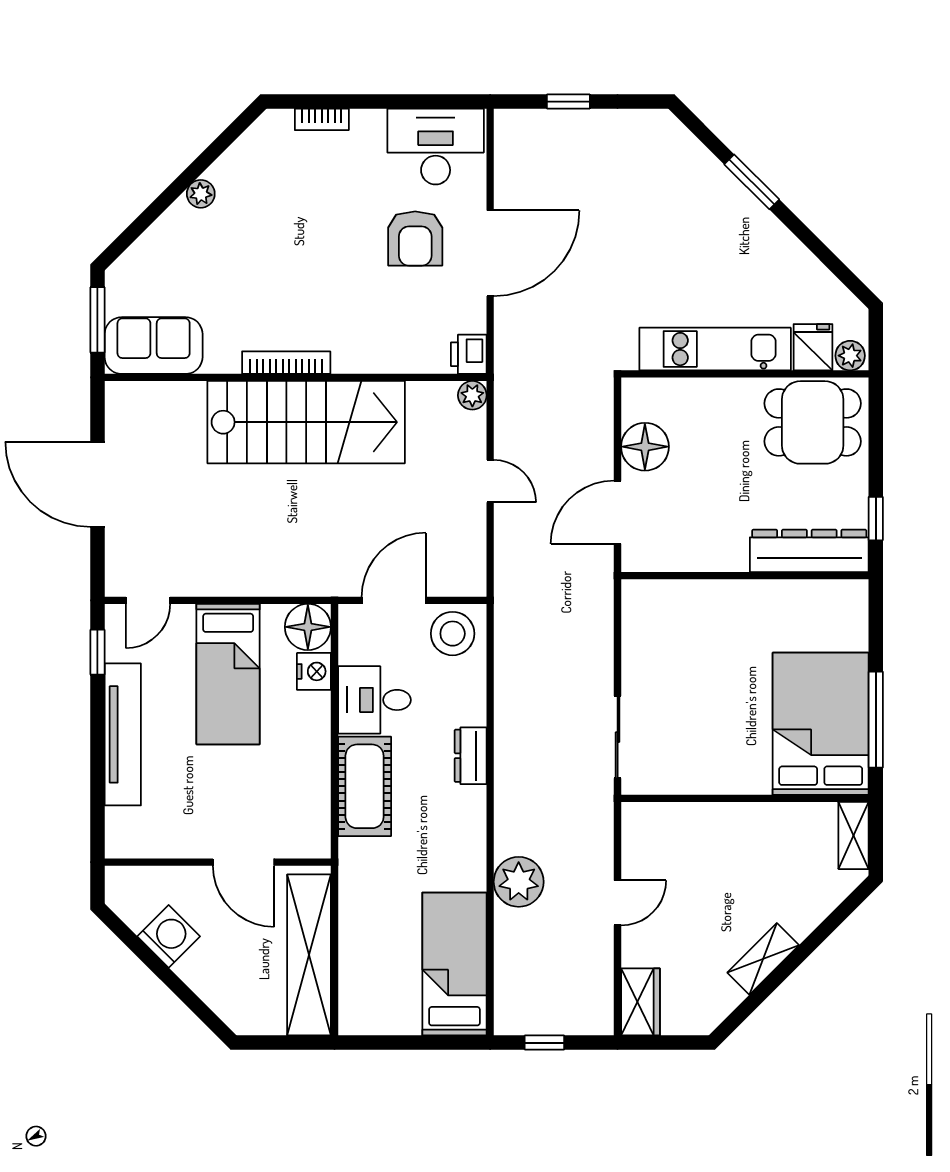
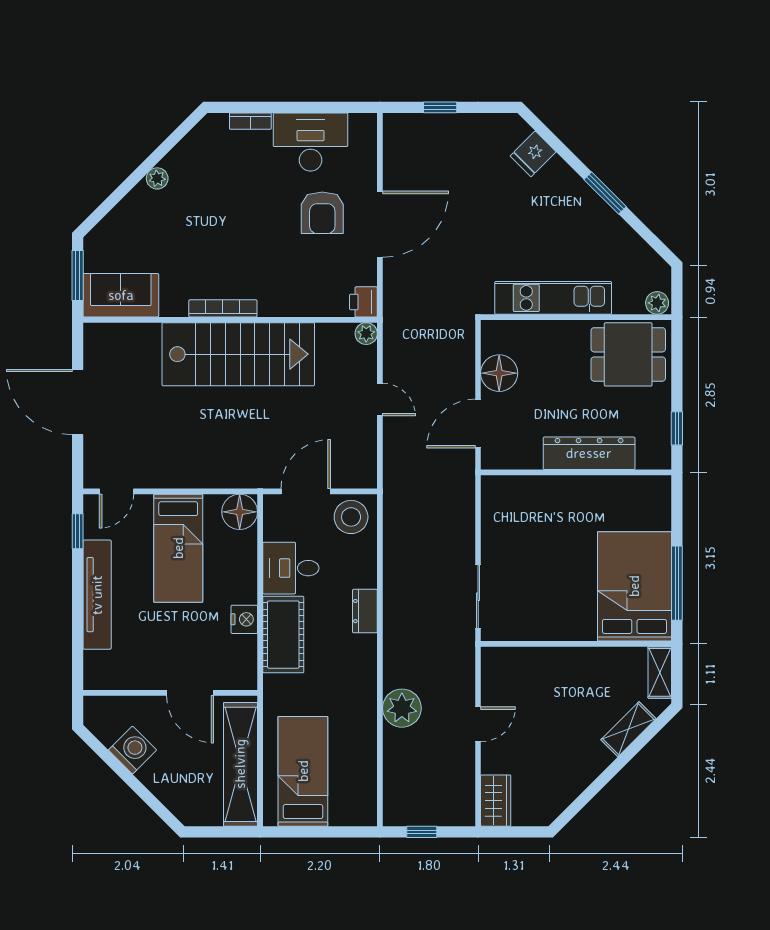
desk: (436, 147) -> (311, 142), moved
window: (752, 182) -> (605, 193), moved
fridge: (813, 347) -> (533, 154), moved, turned -135
dresser: (809, 551) -> (589, 453), moved
nightstand: (314, 671) -> (244, 619), moved
shelving: (763, 959) -> (628, 729), moved
bed: (454, 964) -> (303, 771), moved

